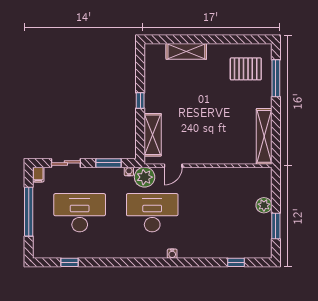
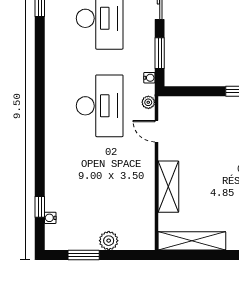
shelving: (153, 135) -> (168, 187), moved, turned 90
plant: (145, 177) -> (148, 102), width x0.53, depth x0.53
water cooler: (172, 254) -> (50, 218), moved

